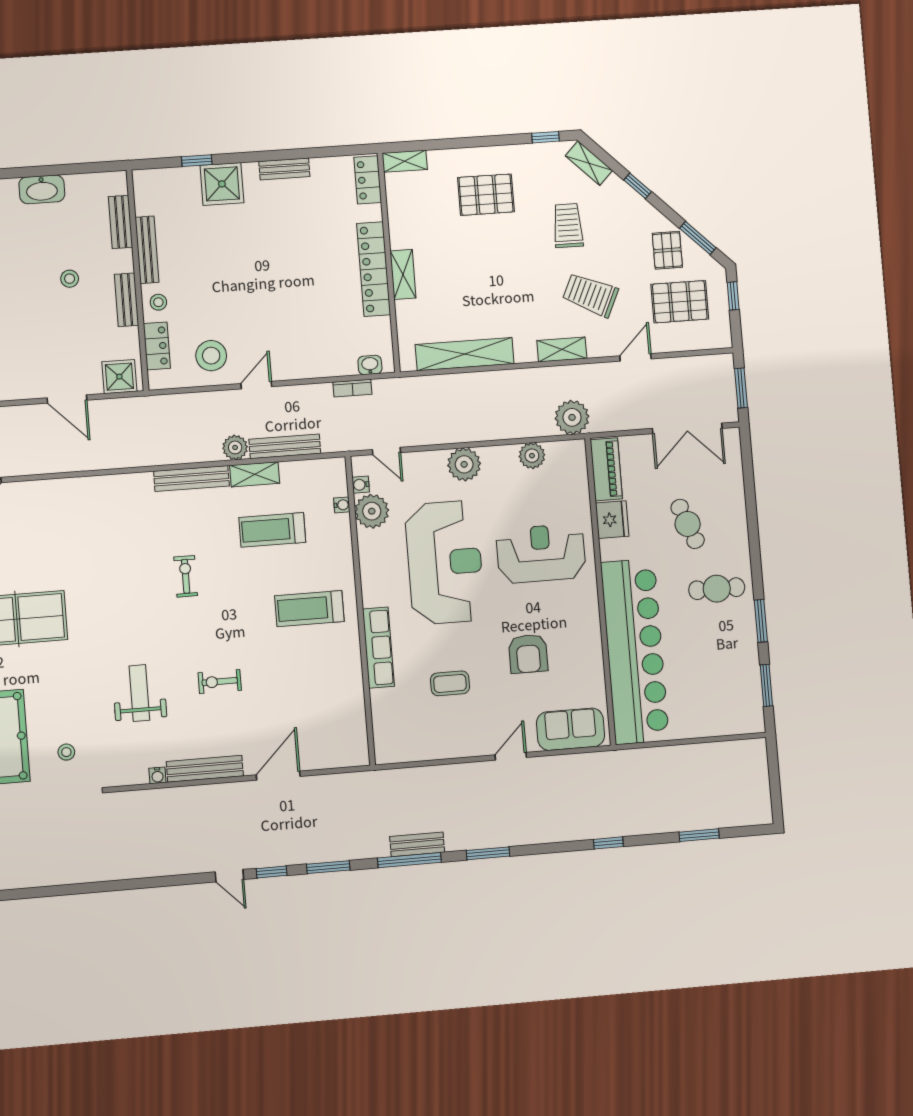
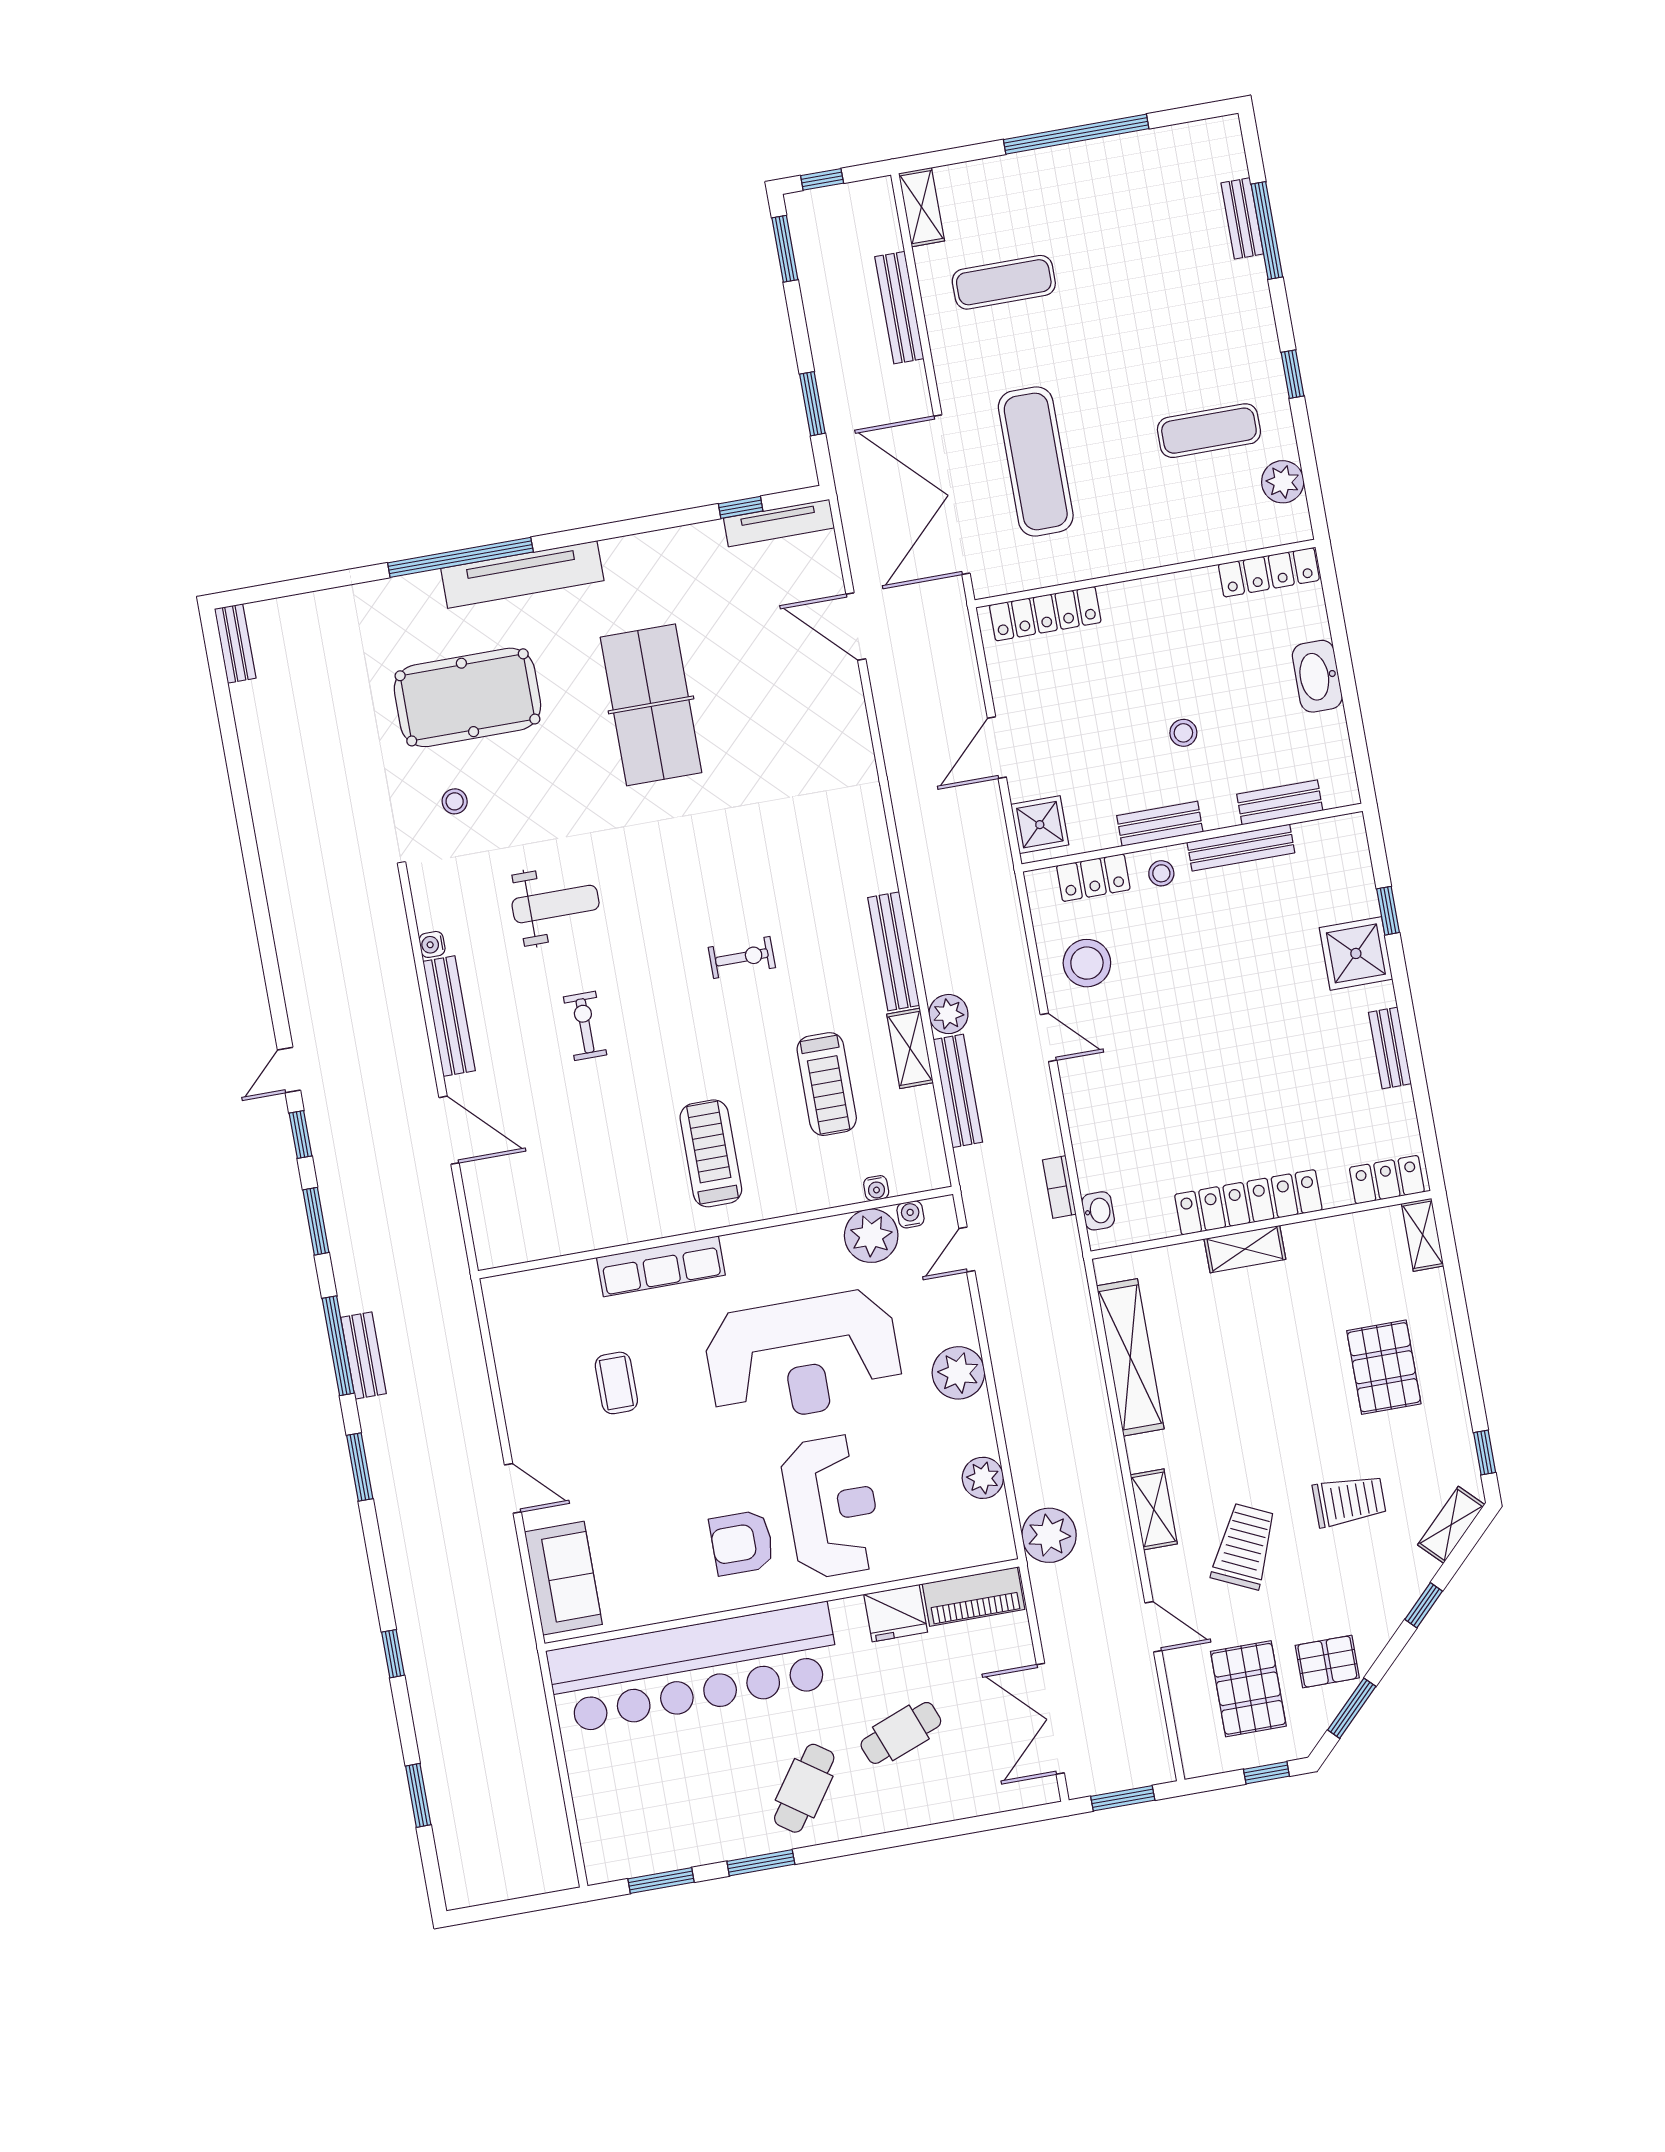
treadmill: (272, 530) -> (827, 1084), turned 180
cafe table: (717, 589) -> (804, 1788), turned 35
armchair: (528, 654) -> (742, 1543), moved

